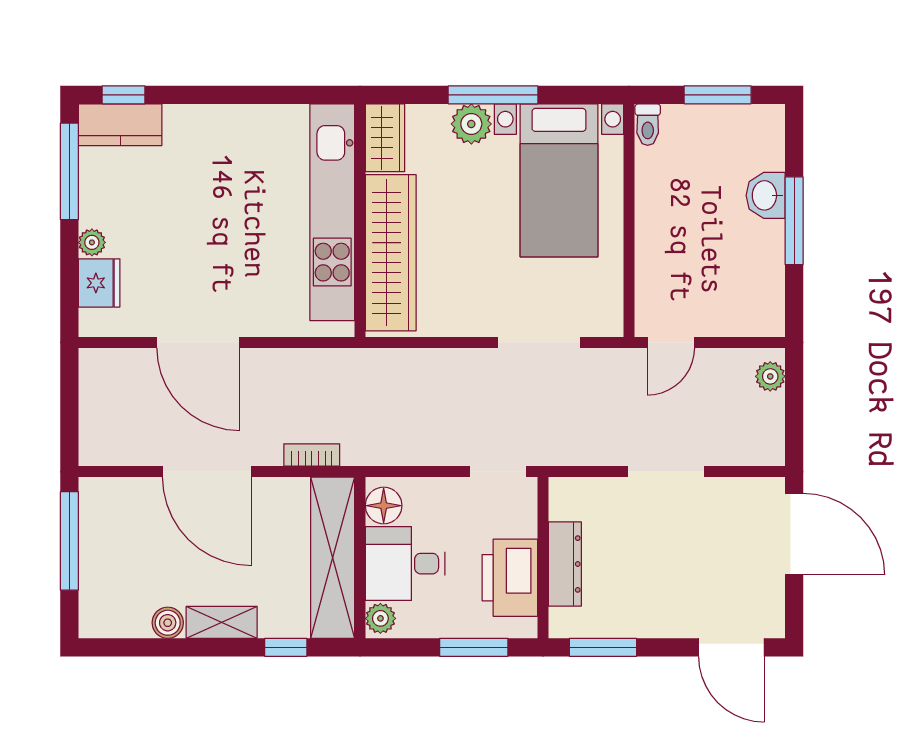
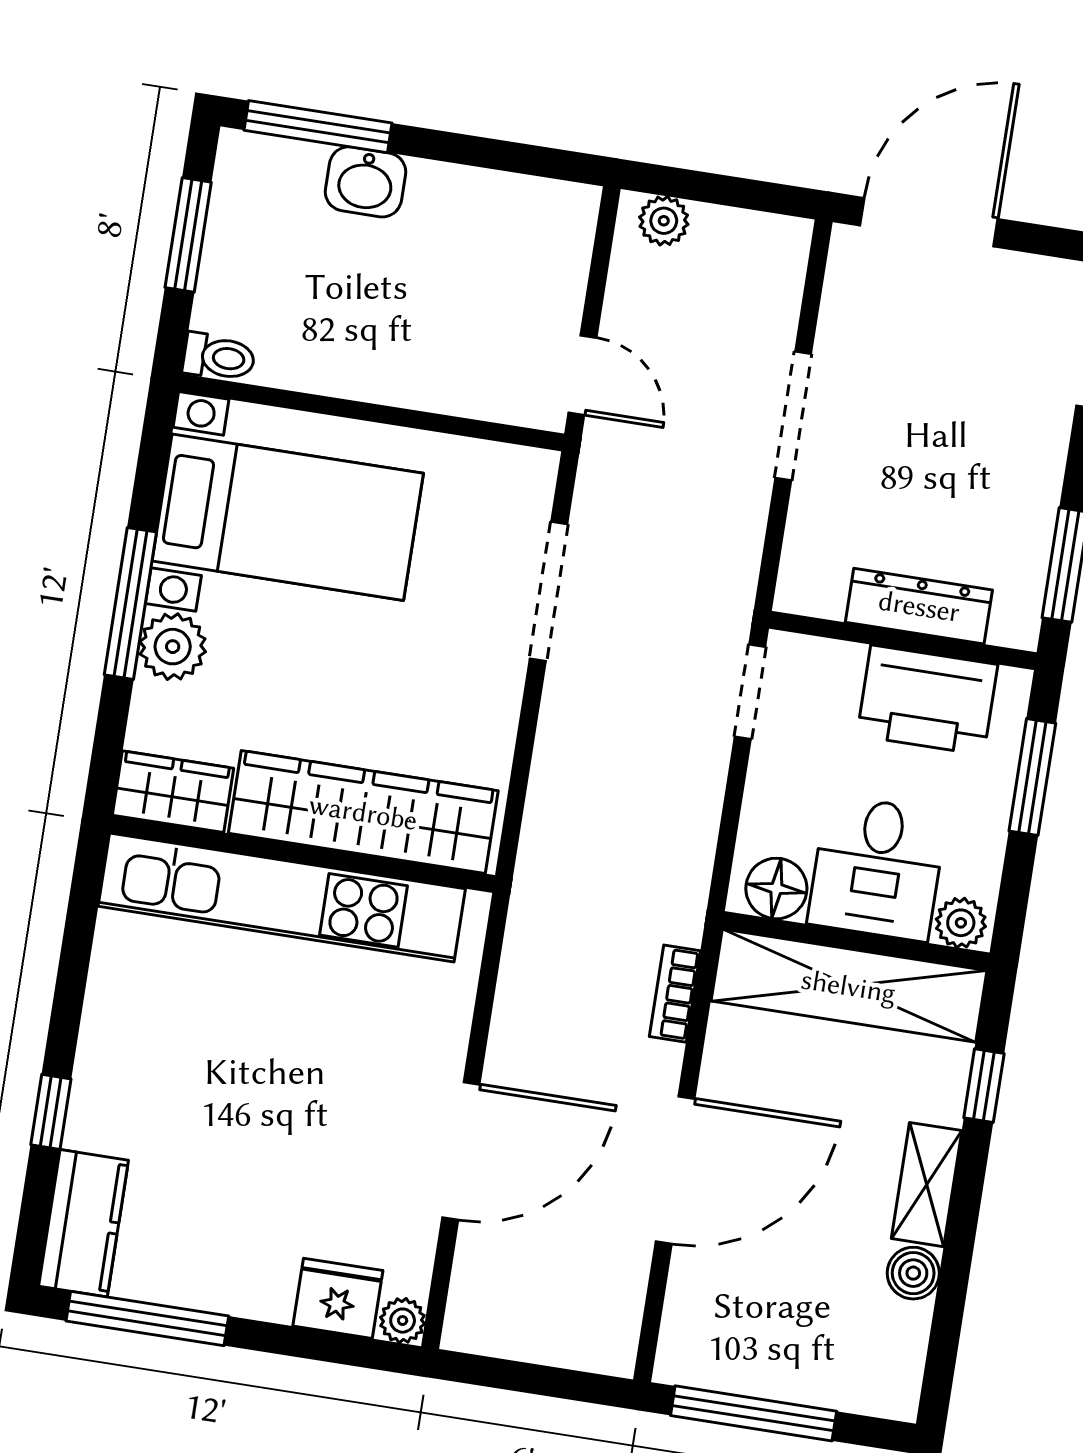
window: (123, 95) -> (51, 1112), moved
window: (794, 221) -> (318, 127), moved
plant: (92, 242) -> (403, 1321), moved

